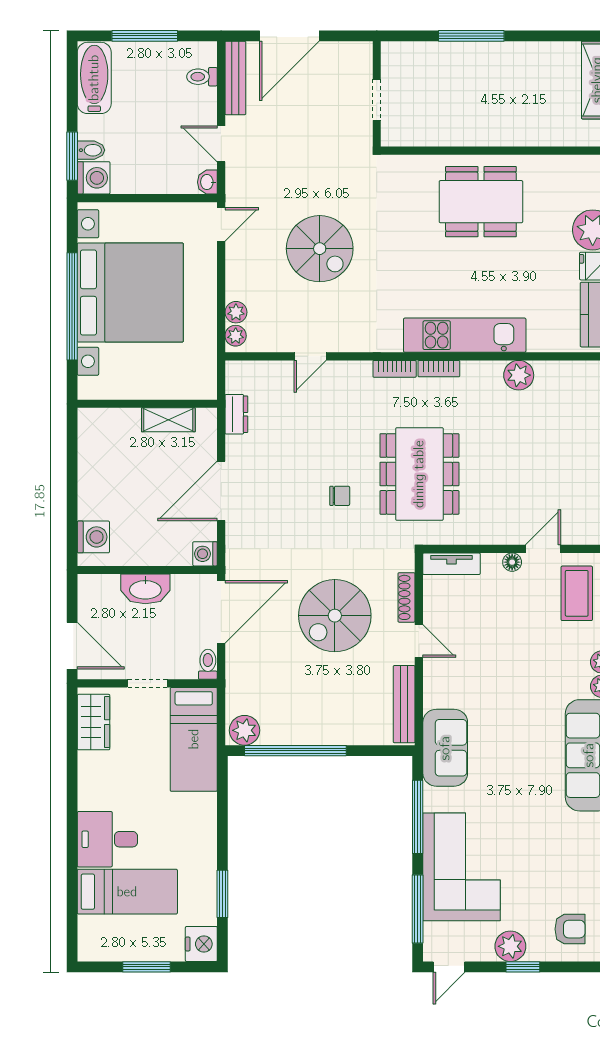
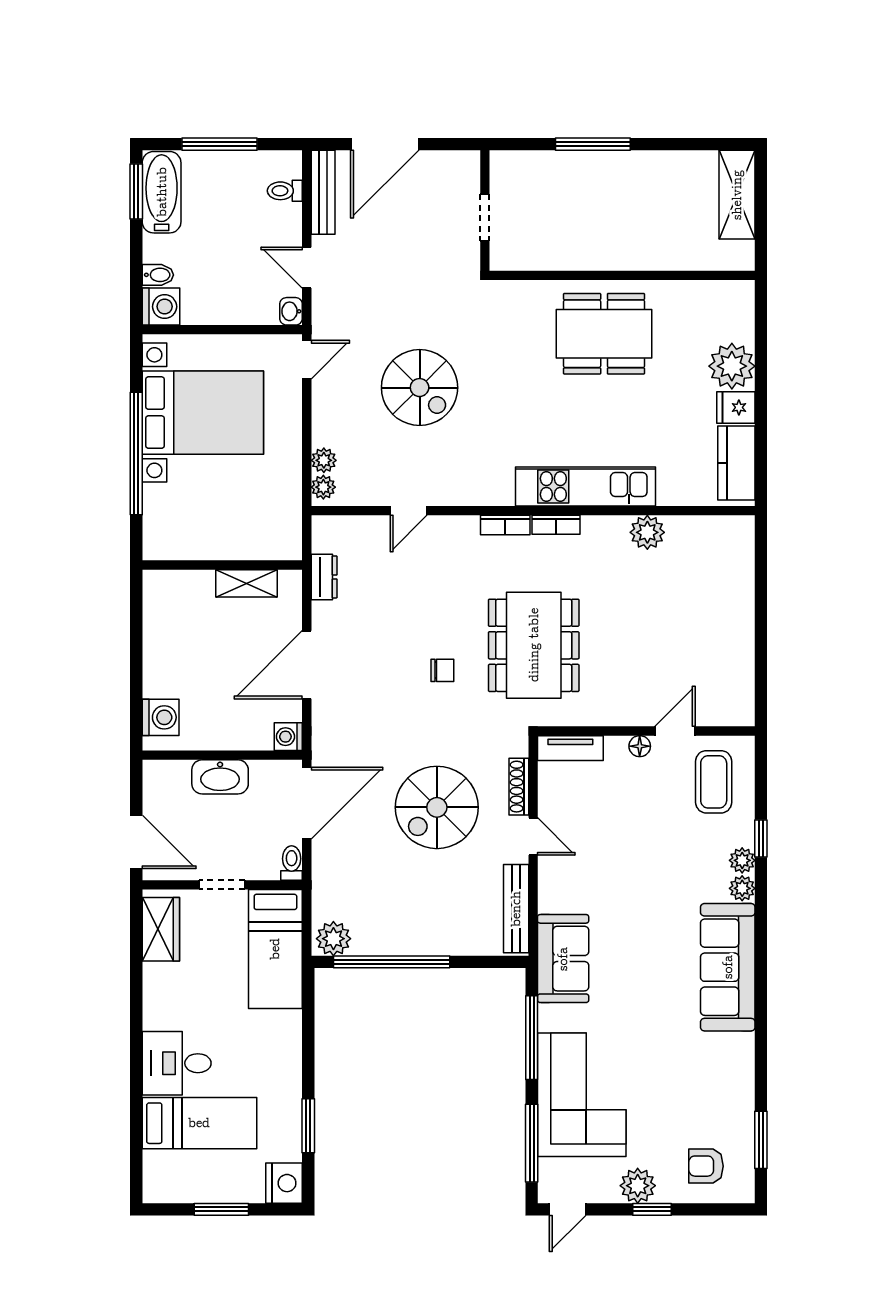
window: (72, 156) -> (136, 191), moved
bed with nightstands: (130, 293) -> (203, 413), width x0.73
armchair: (570, 929) -> (706, 1166), turned 180

